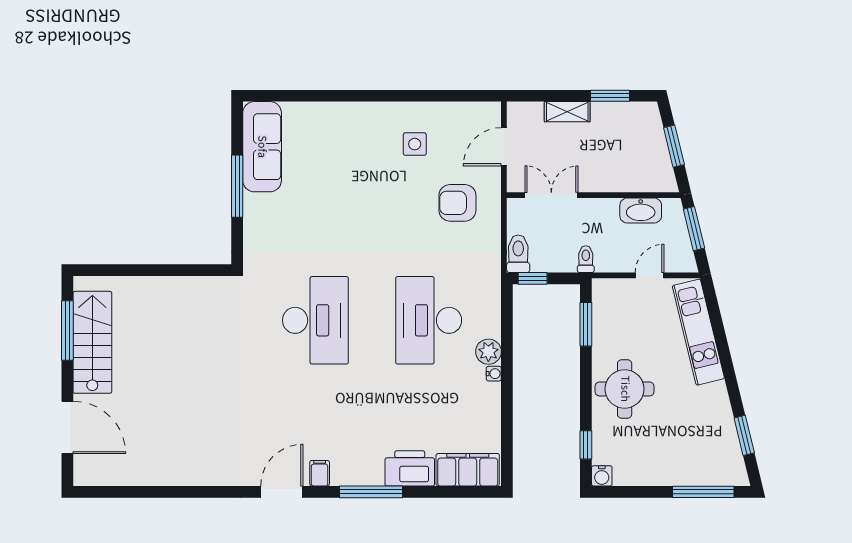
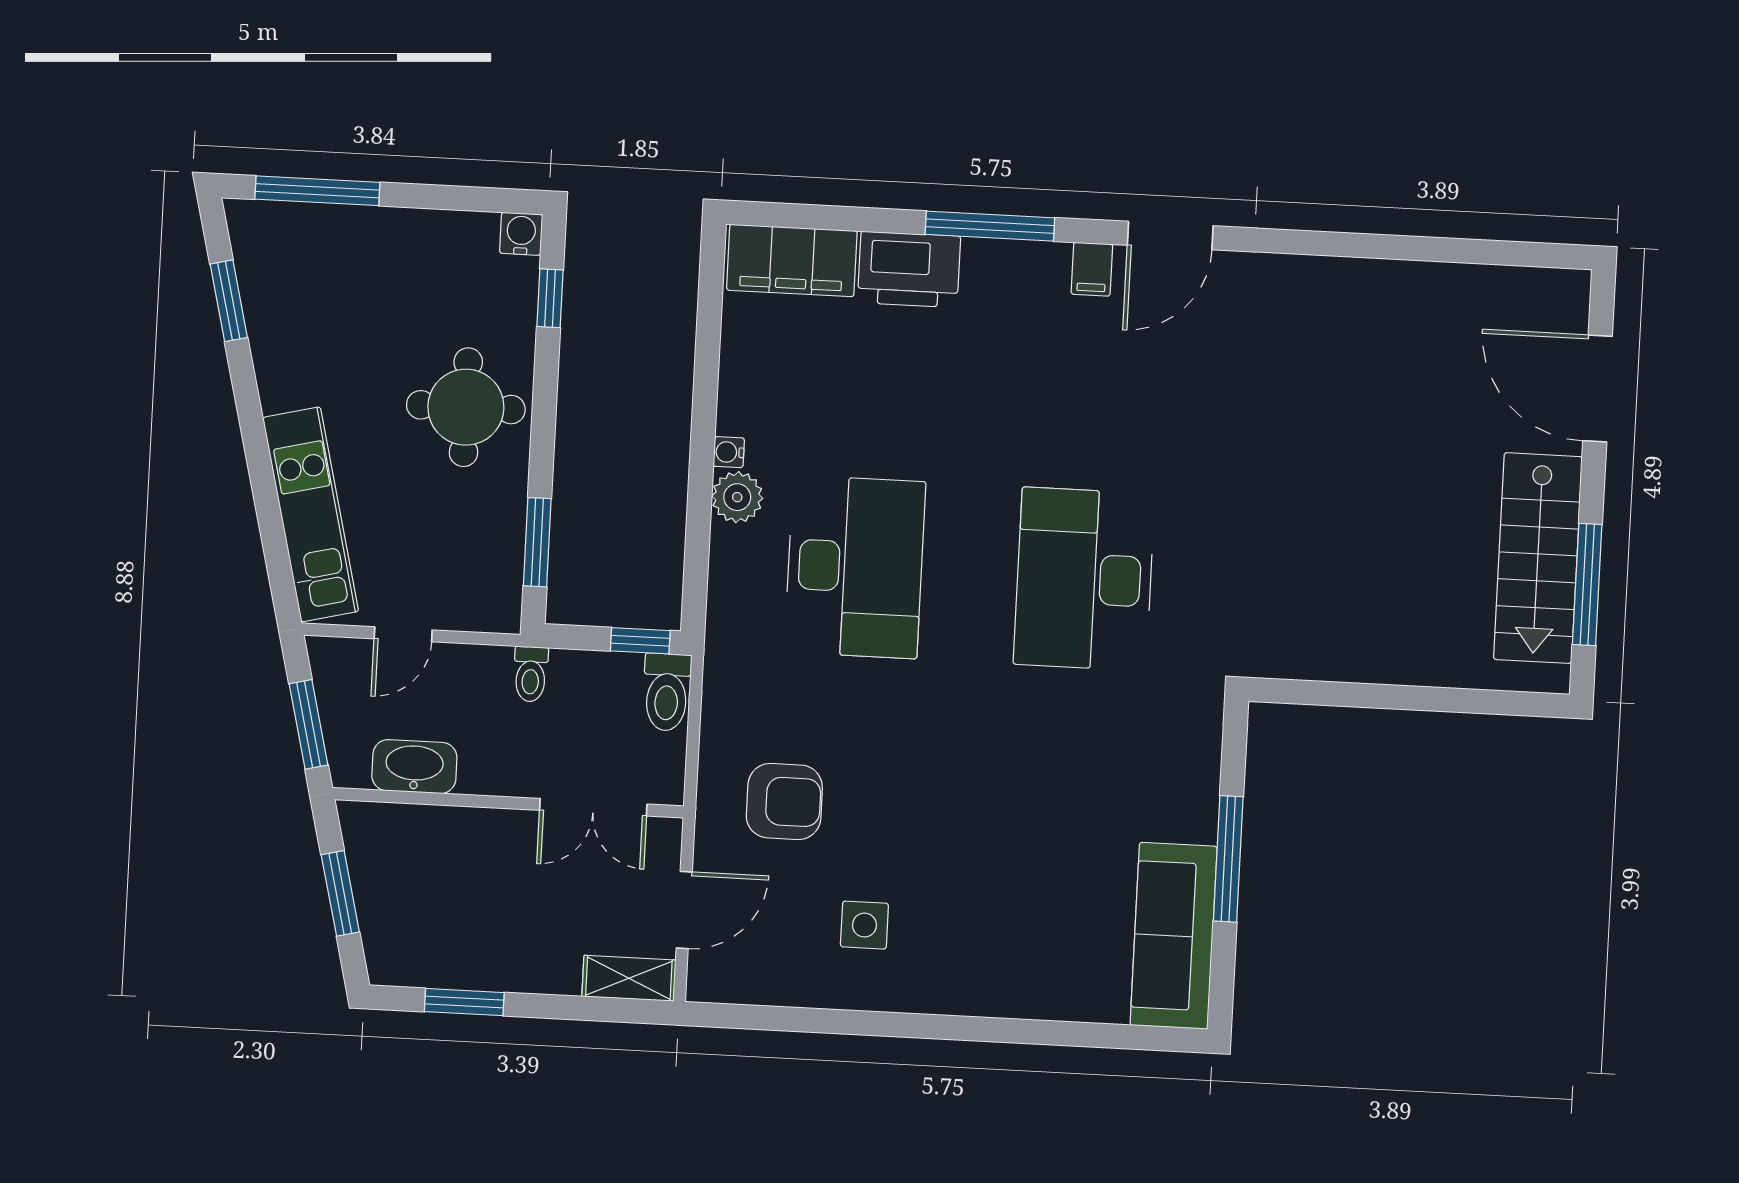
shelving: (567, 112) -> (629, 978), moved

